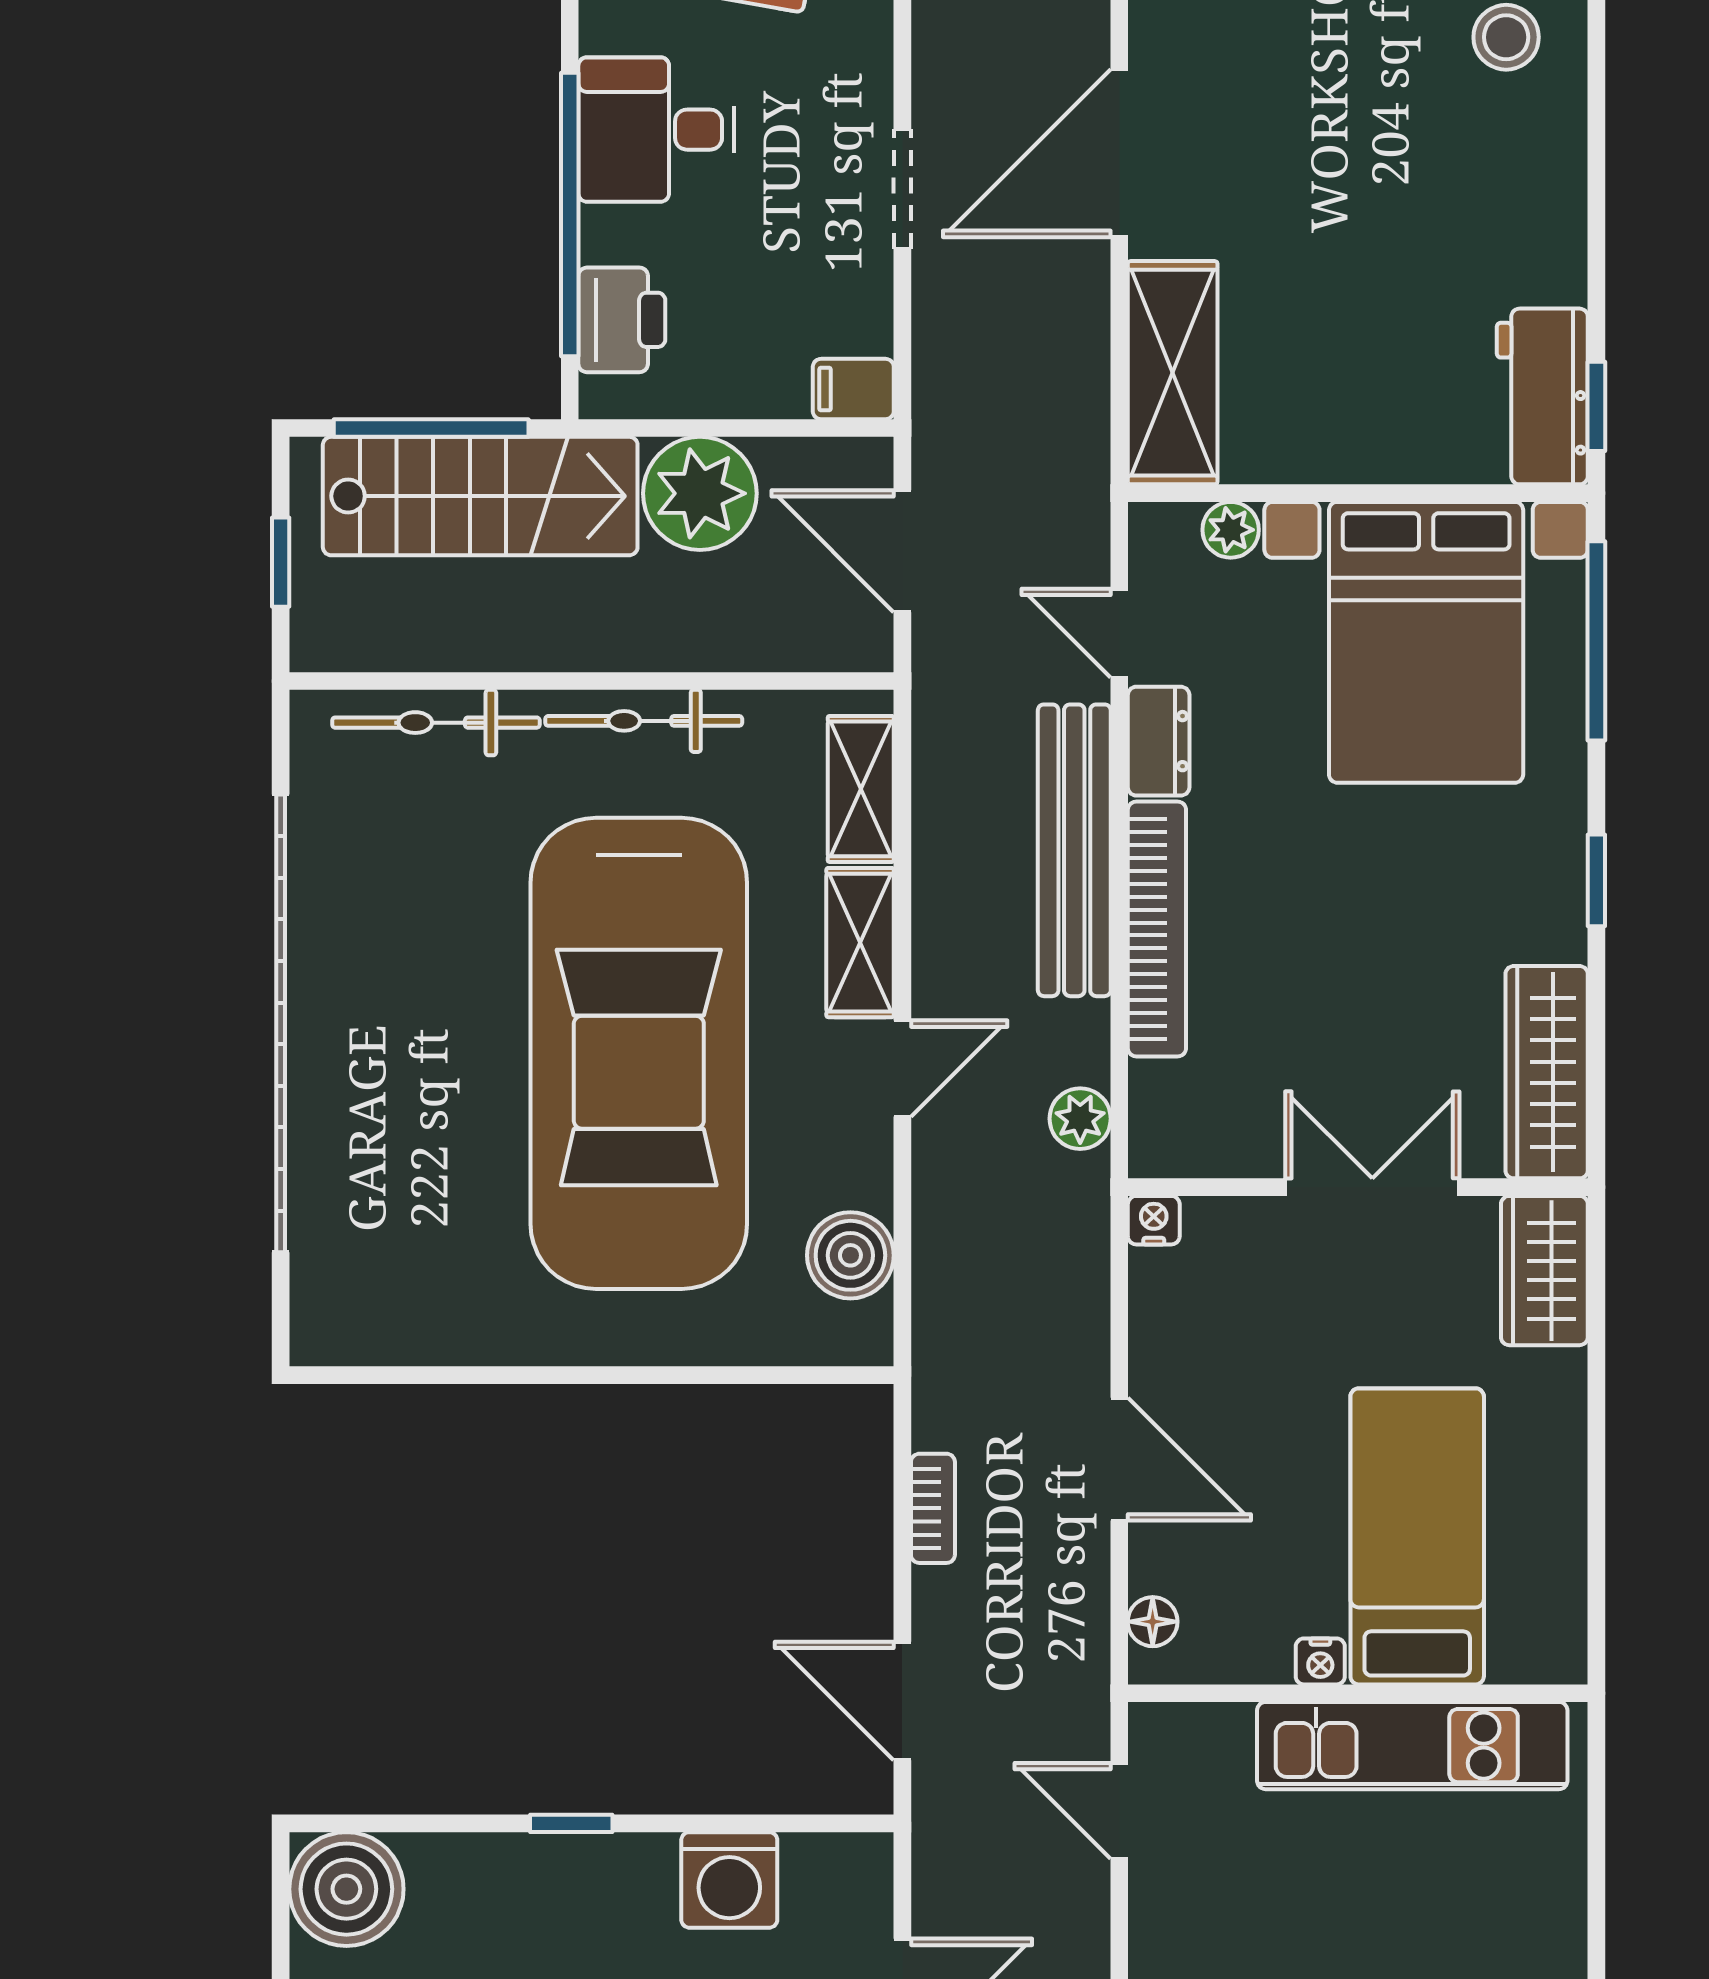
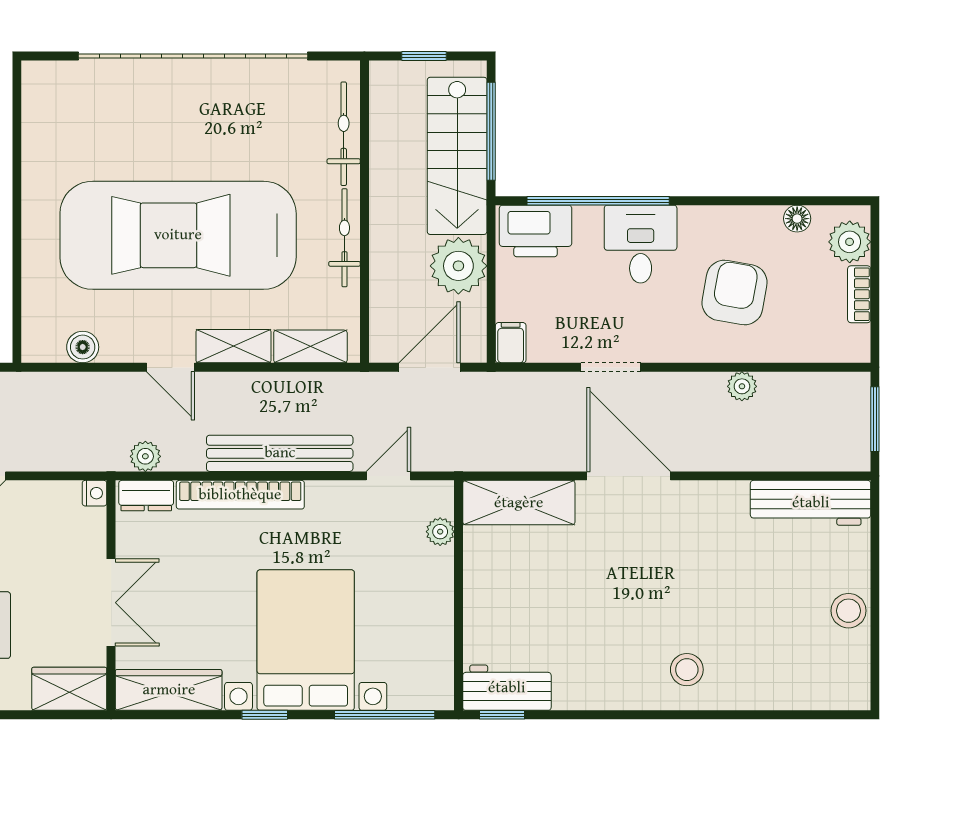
printer: (622, 320) -> (536, 231), width x1.37, depth x1.19
bed with nightstands: (1426, 642) -> (306, 640), moved, turned 90
dresser: (1159, 741) -> (146, 496), moved
boiler: (850, 1255) -> (83, 347), width x0.73, depth x0.73

